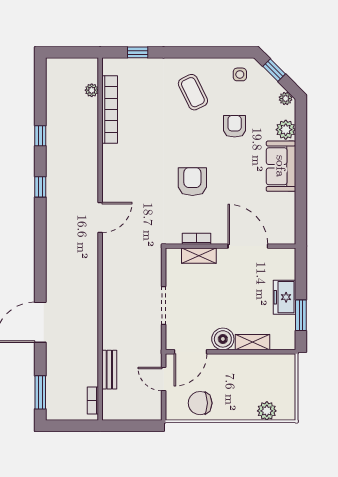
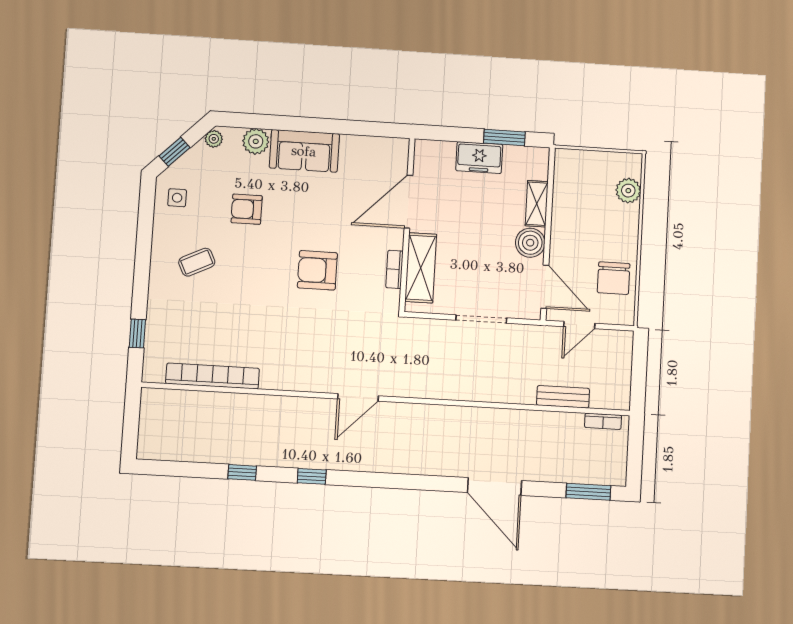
plant: (92, 90) -> (185, 399), removed
coffee table: (193, 92) -> (197, 262), width x0.73, depth x0.77
door: (100, 217) -> (358, 397), swing flipped
shelving: (199, 256) -> (421, 268), width x1.50, depth x1.33

